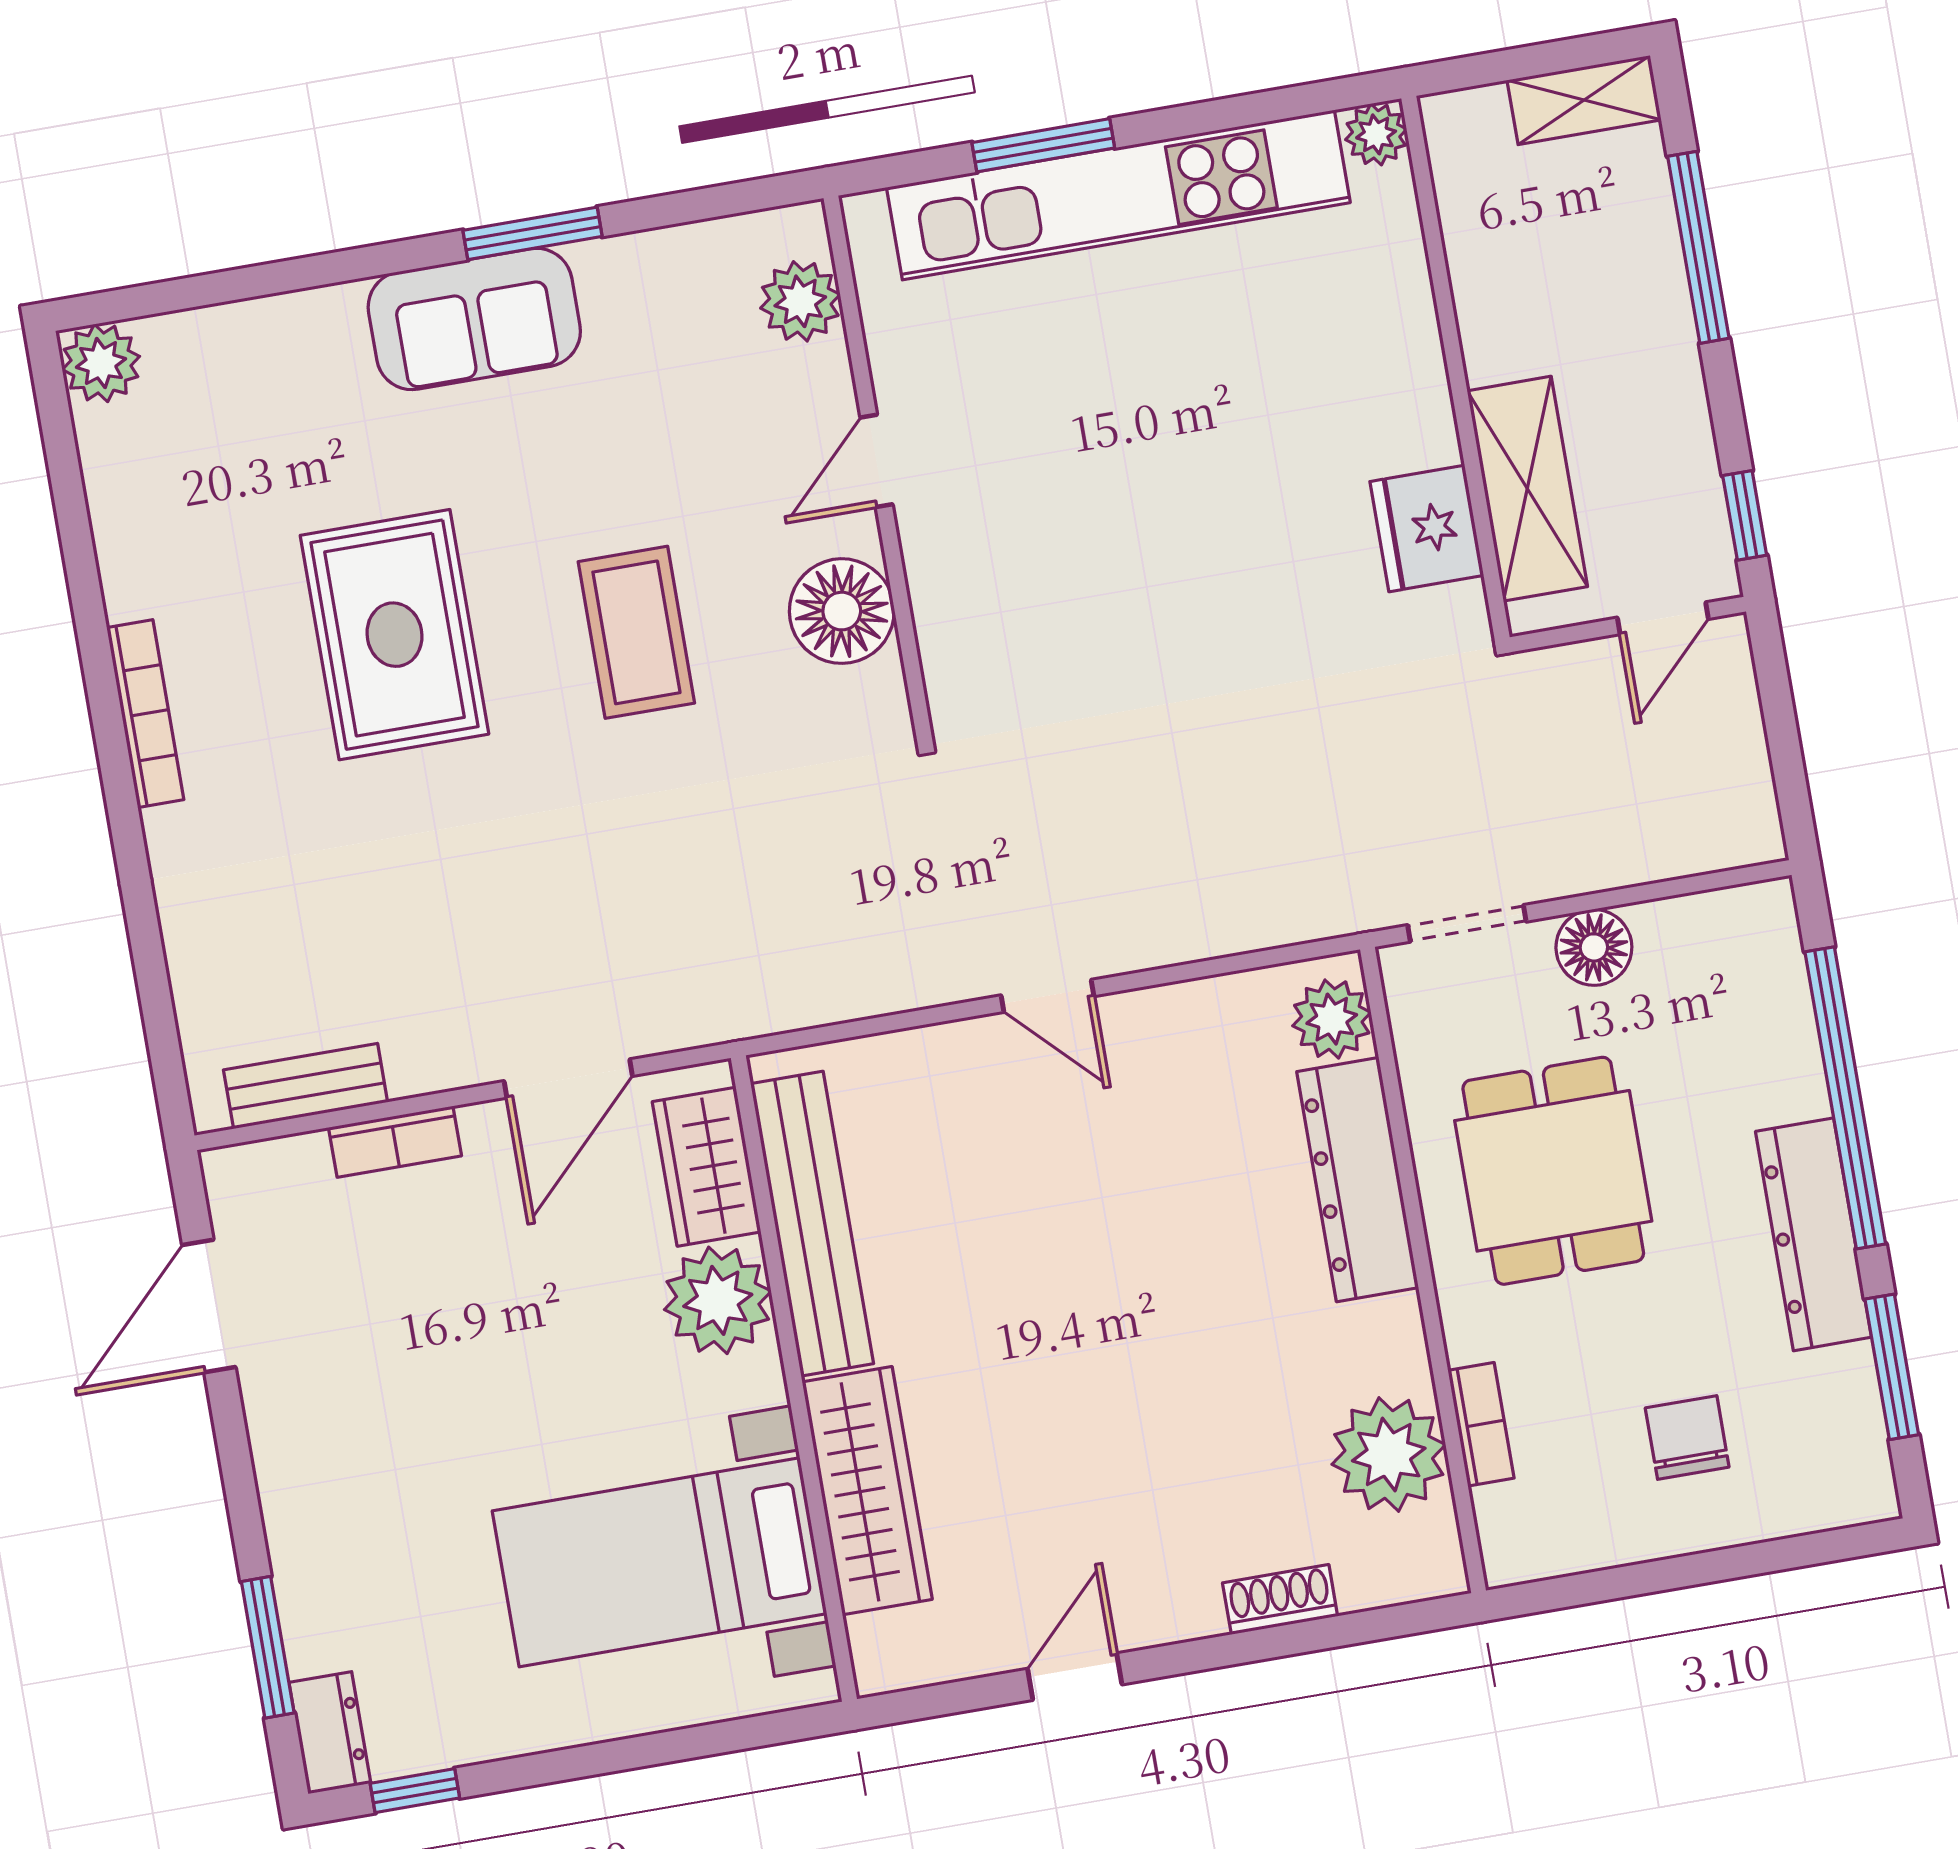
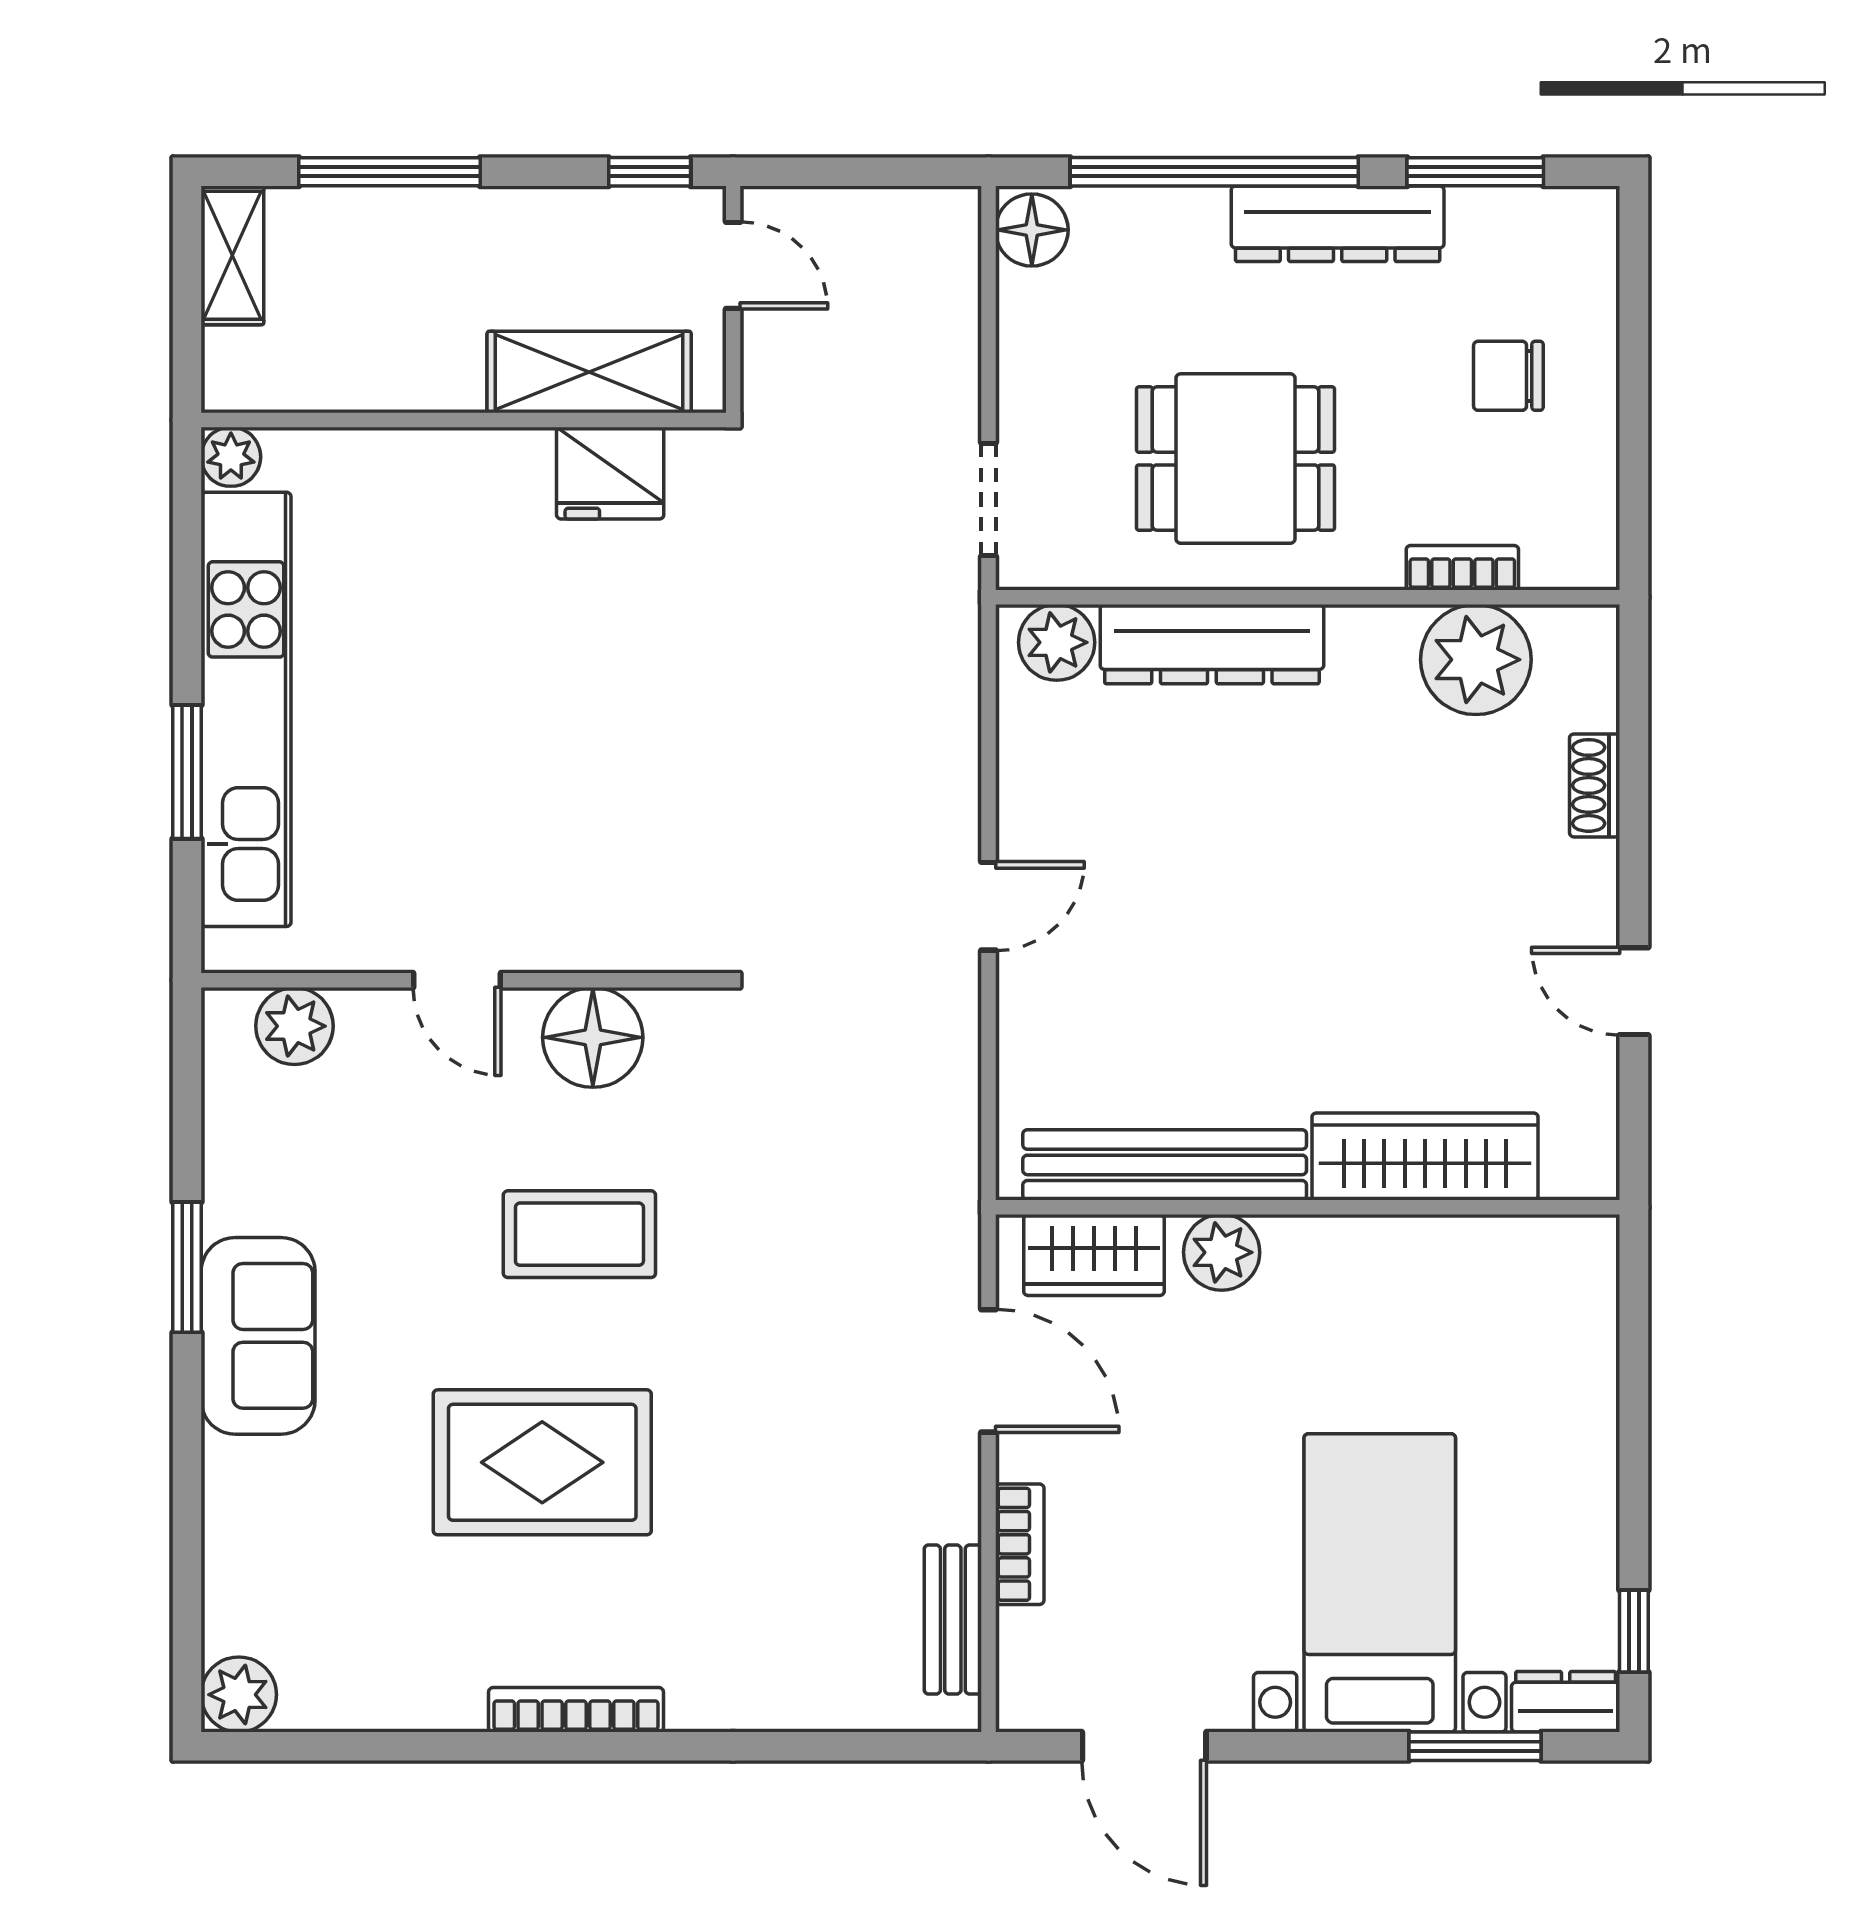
floor lamp: (1594, 947) -> (1032, 230), moved
plant: (718, 1300) -> (1222, 1252), width x0.73, depth x0.73
bed with nightstands: (660, 1562) -> (1380, 1583), moved, turned 180

